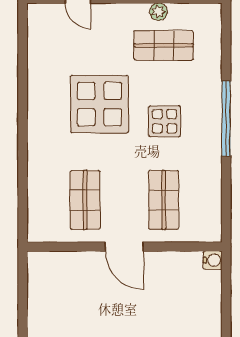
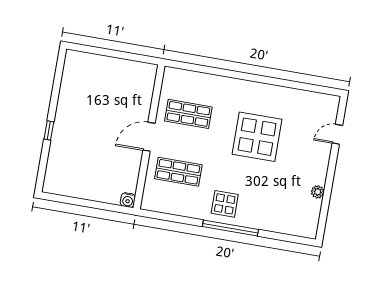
shop shelf: (164, 45) -> (292, 191), removed
display table: (165, 121) -> (225, 204), moved

